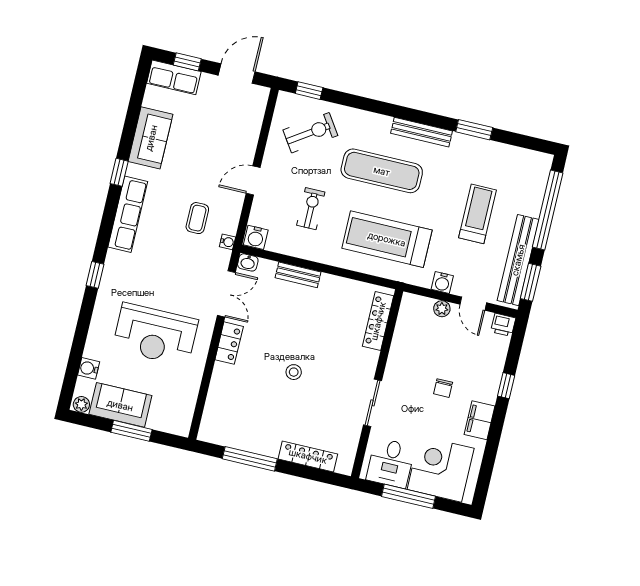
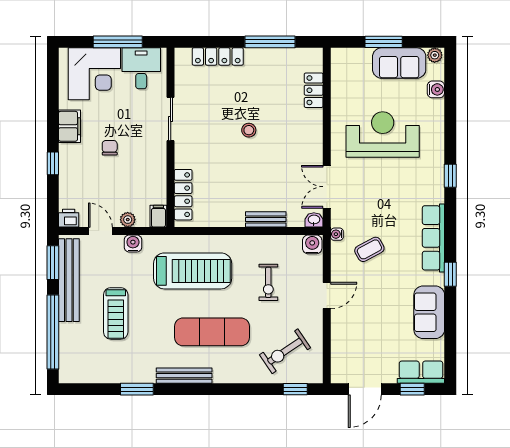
coffee table: (197, 218) -> (369, 249), turned 62
filing cabinet: (409, 305) -> (158, 216), added
locker: (229, 343) -> (314, 90), moved

